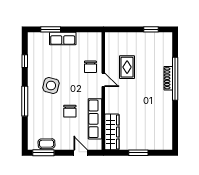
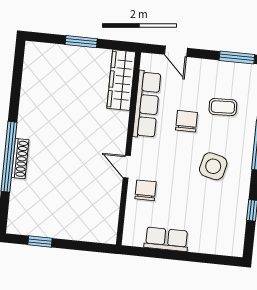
window: (51, 29) -> (204, 258), removed
row of seats: (63, 38) -> (166, 239), moved
rug: (127, 67) -> (86, 184), removed
coffee table: (47, 144) -> (223, 107), moved

